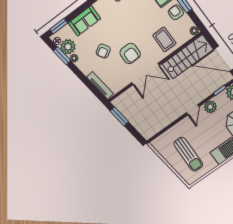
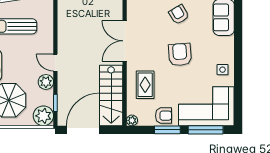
rug: (164, 39) -> (145, 85), turned 90
armchair: (130, 53) -> (180, 55), moved, turned 86

